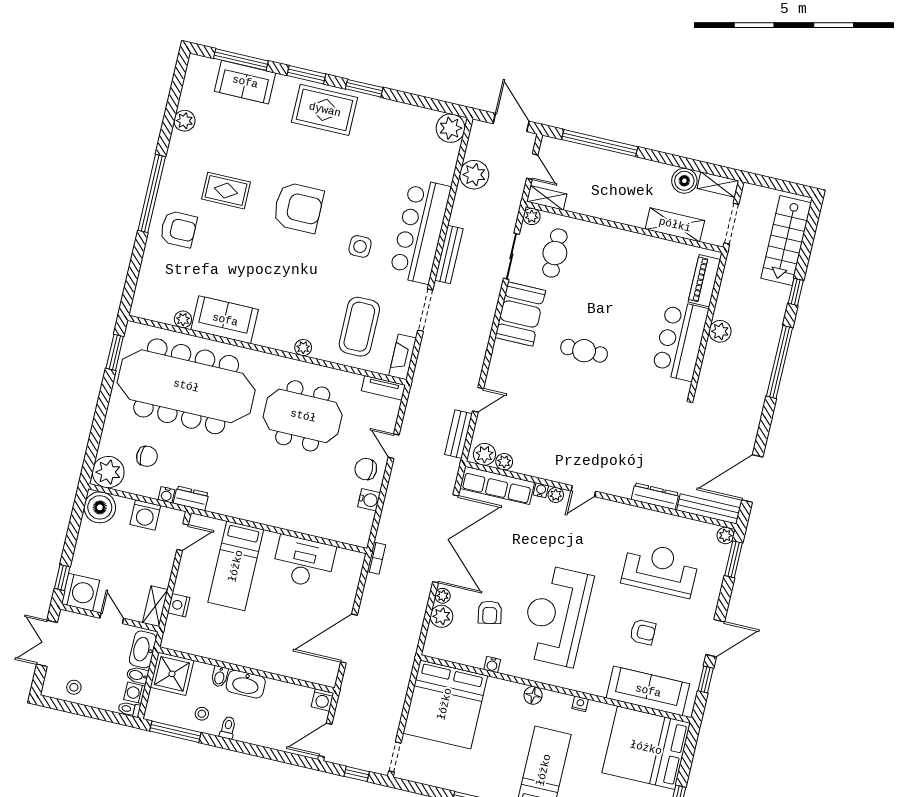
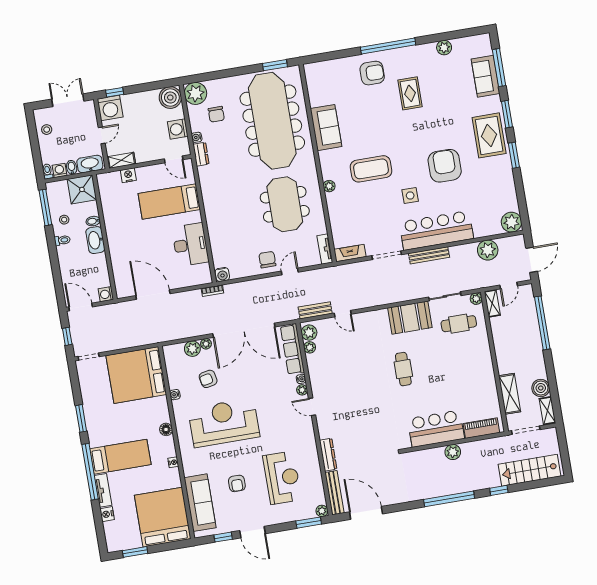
armchair: (298, 207) -> (445, 166), moved, turned 180
armchair: (178, 229) -> (372, 73), turned -90
plant: (183, 319) -> (315, 100), removed
coffee table: (359, 327) -> (371, 169), moved
water cooler: (369, 500) -> (222, 274), moved

